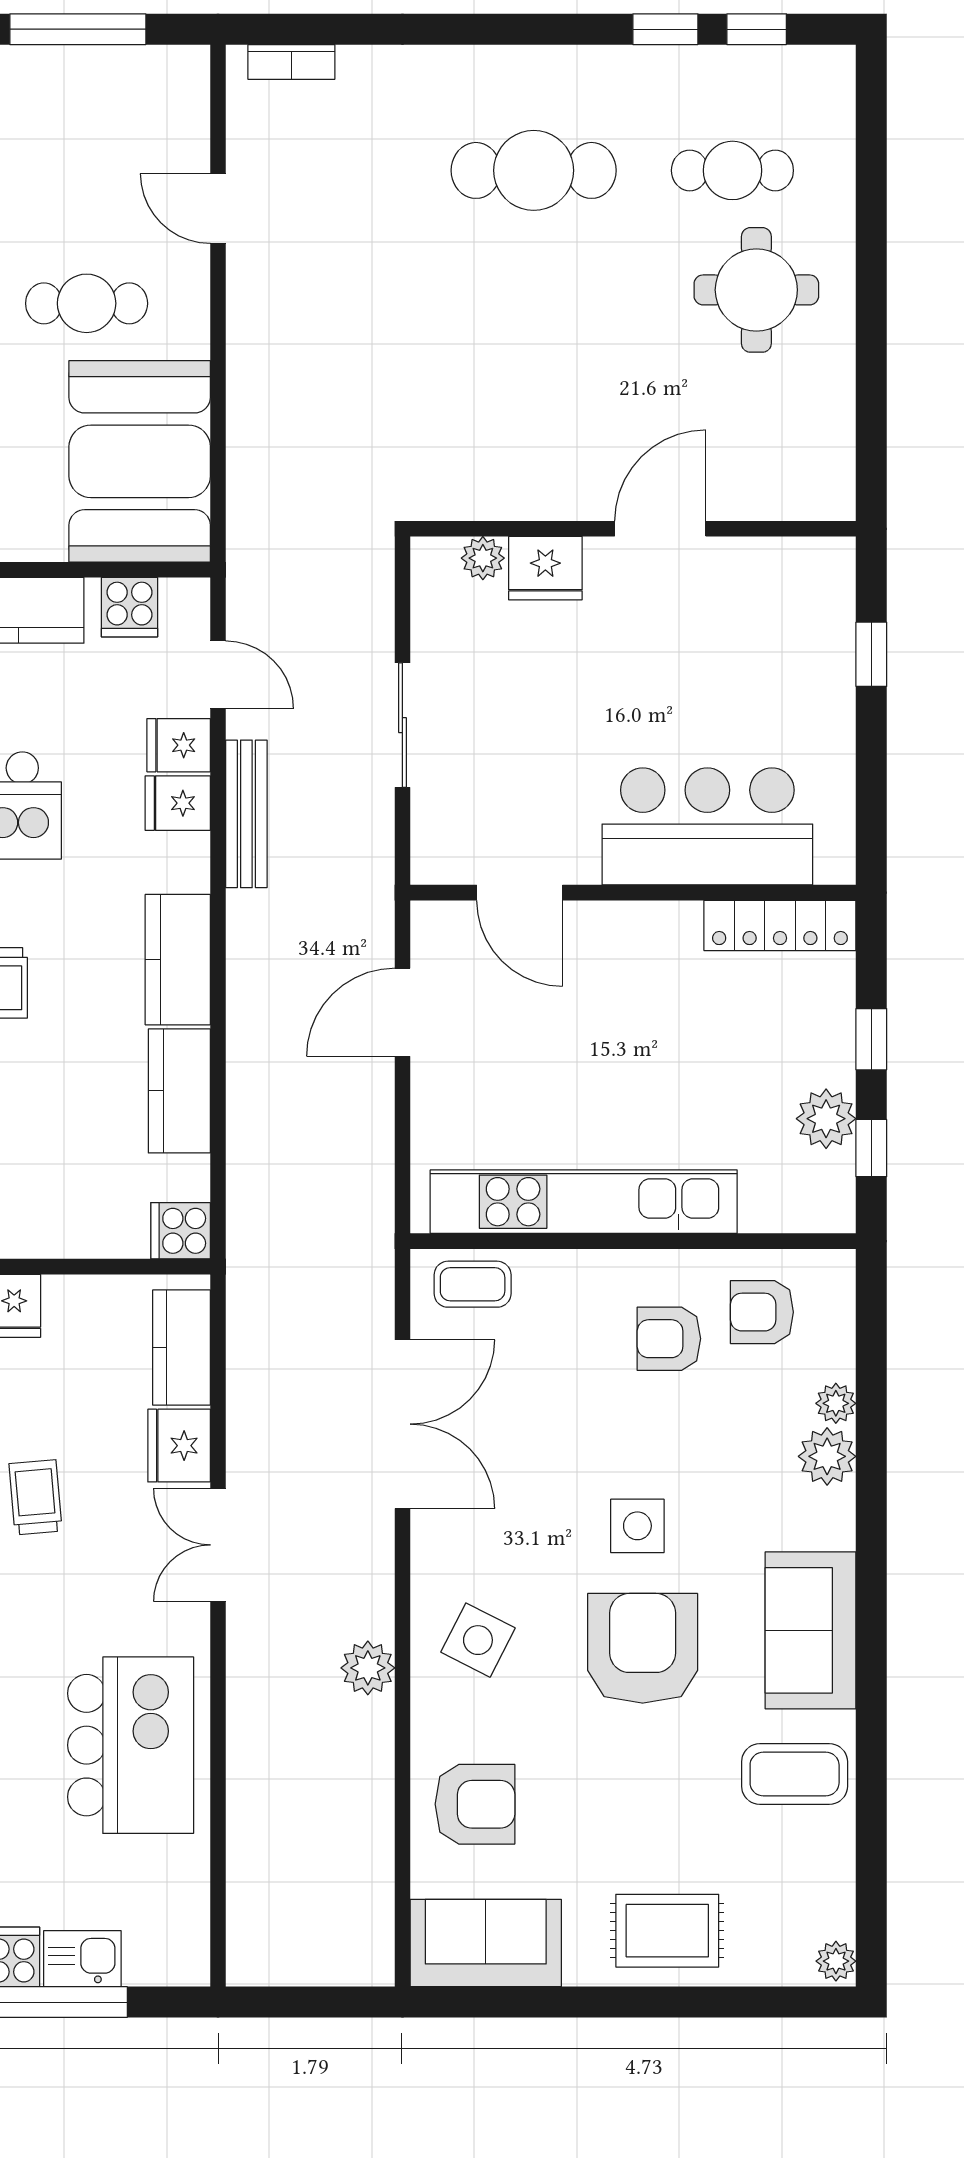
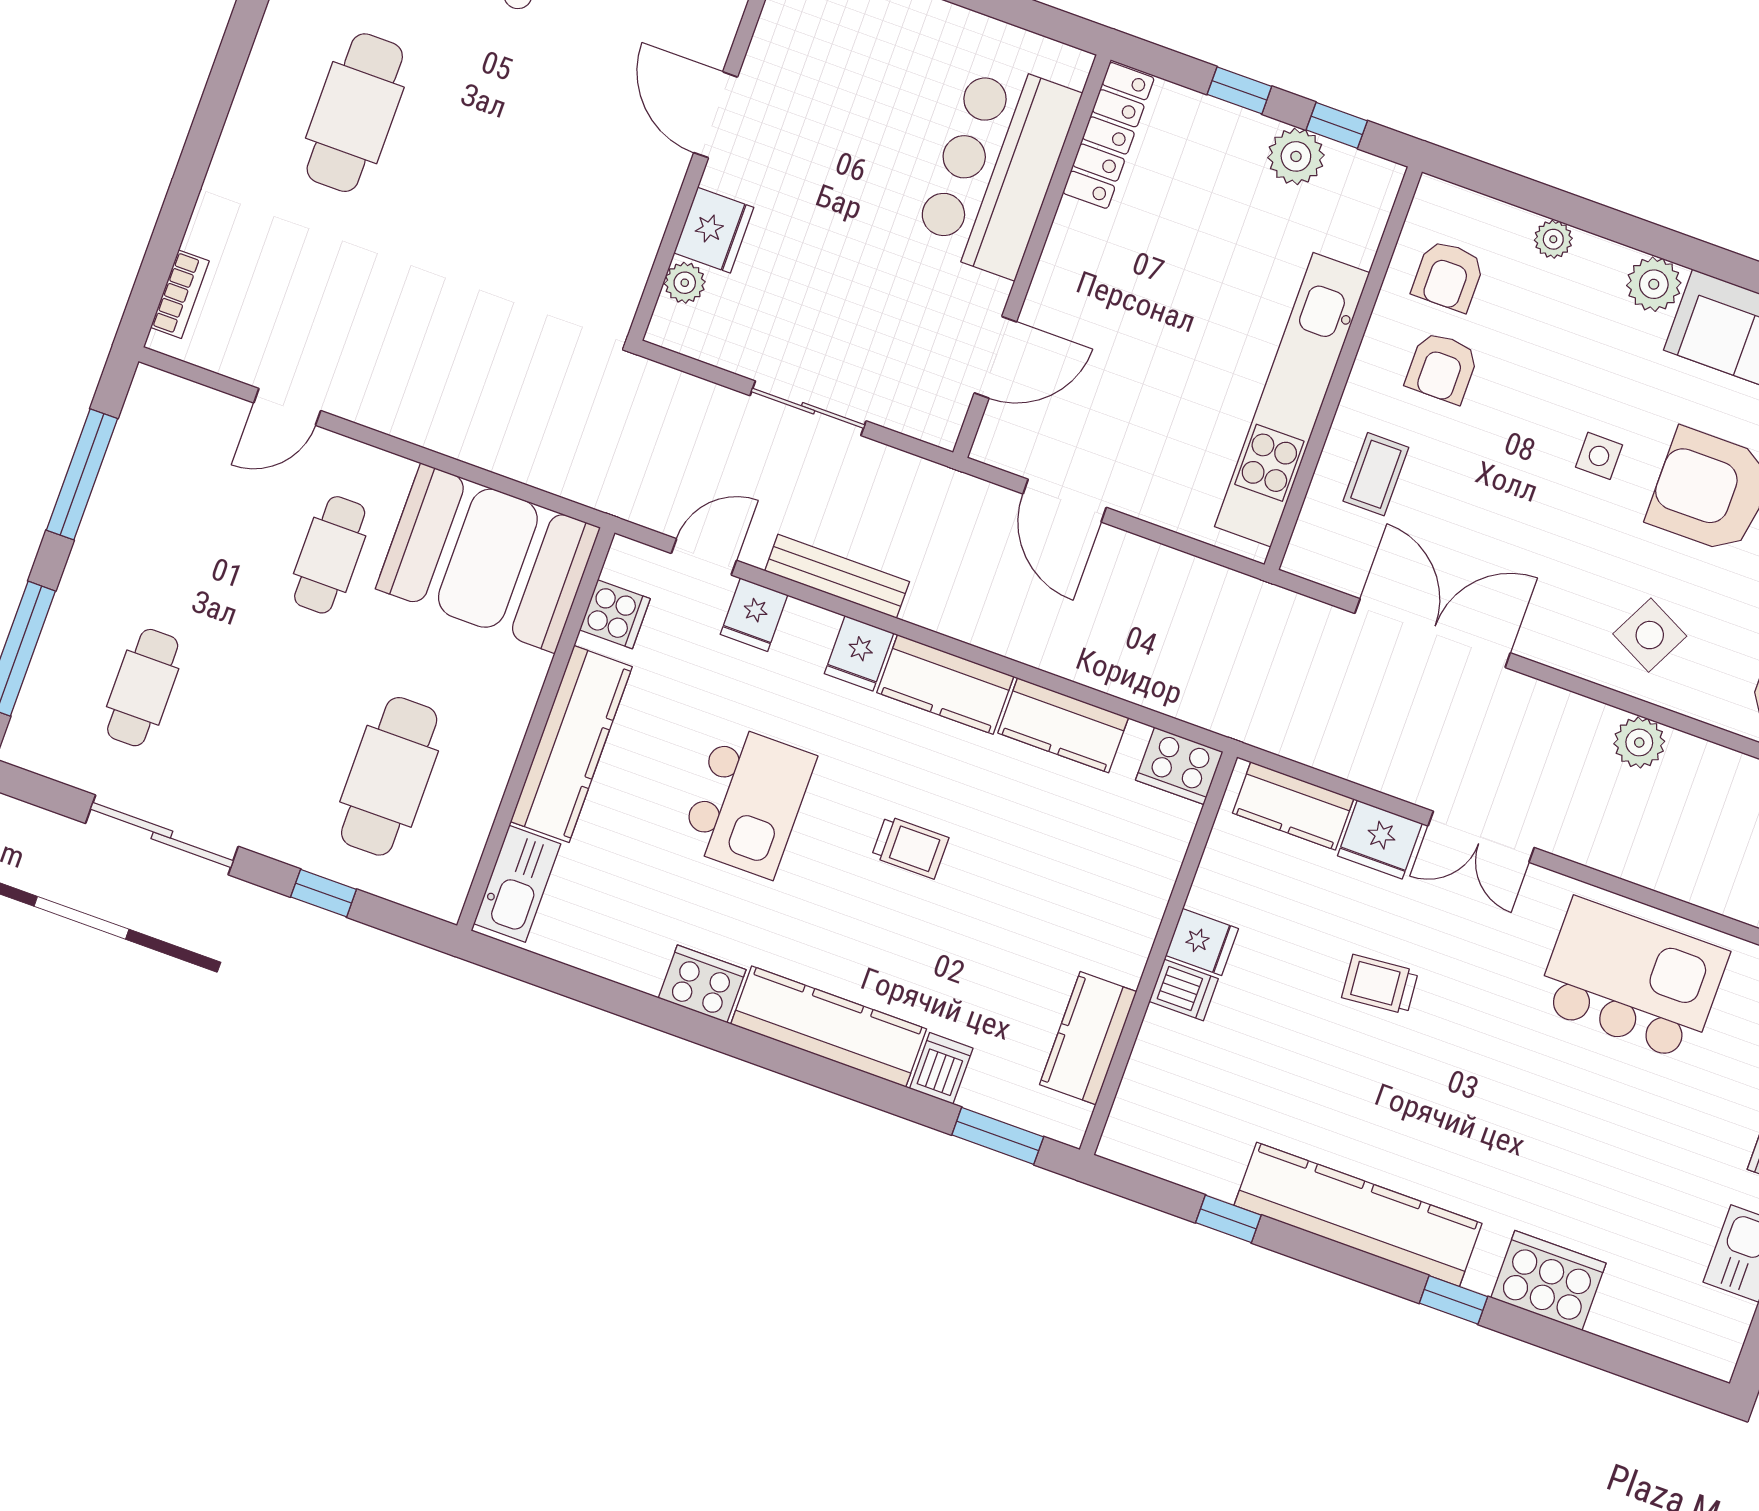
fridge: (178, 803) -> (859, 653), moved
cooker: (181, 1231) -> (1179, 766), width x1.36
coffee table: (473, 1284) -> (1376, 474), moved
plant: (827, 1456) -> (1654, 284), moved
side table: (637, 1526) -> (1599, 456), width x0.73, depth x0.73

